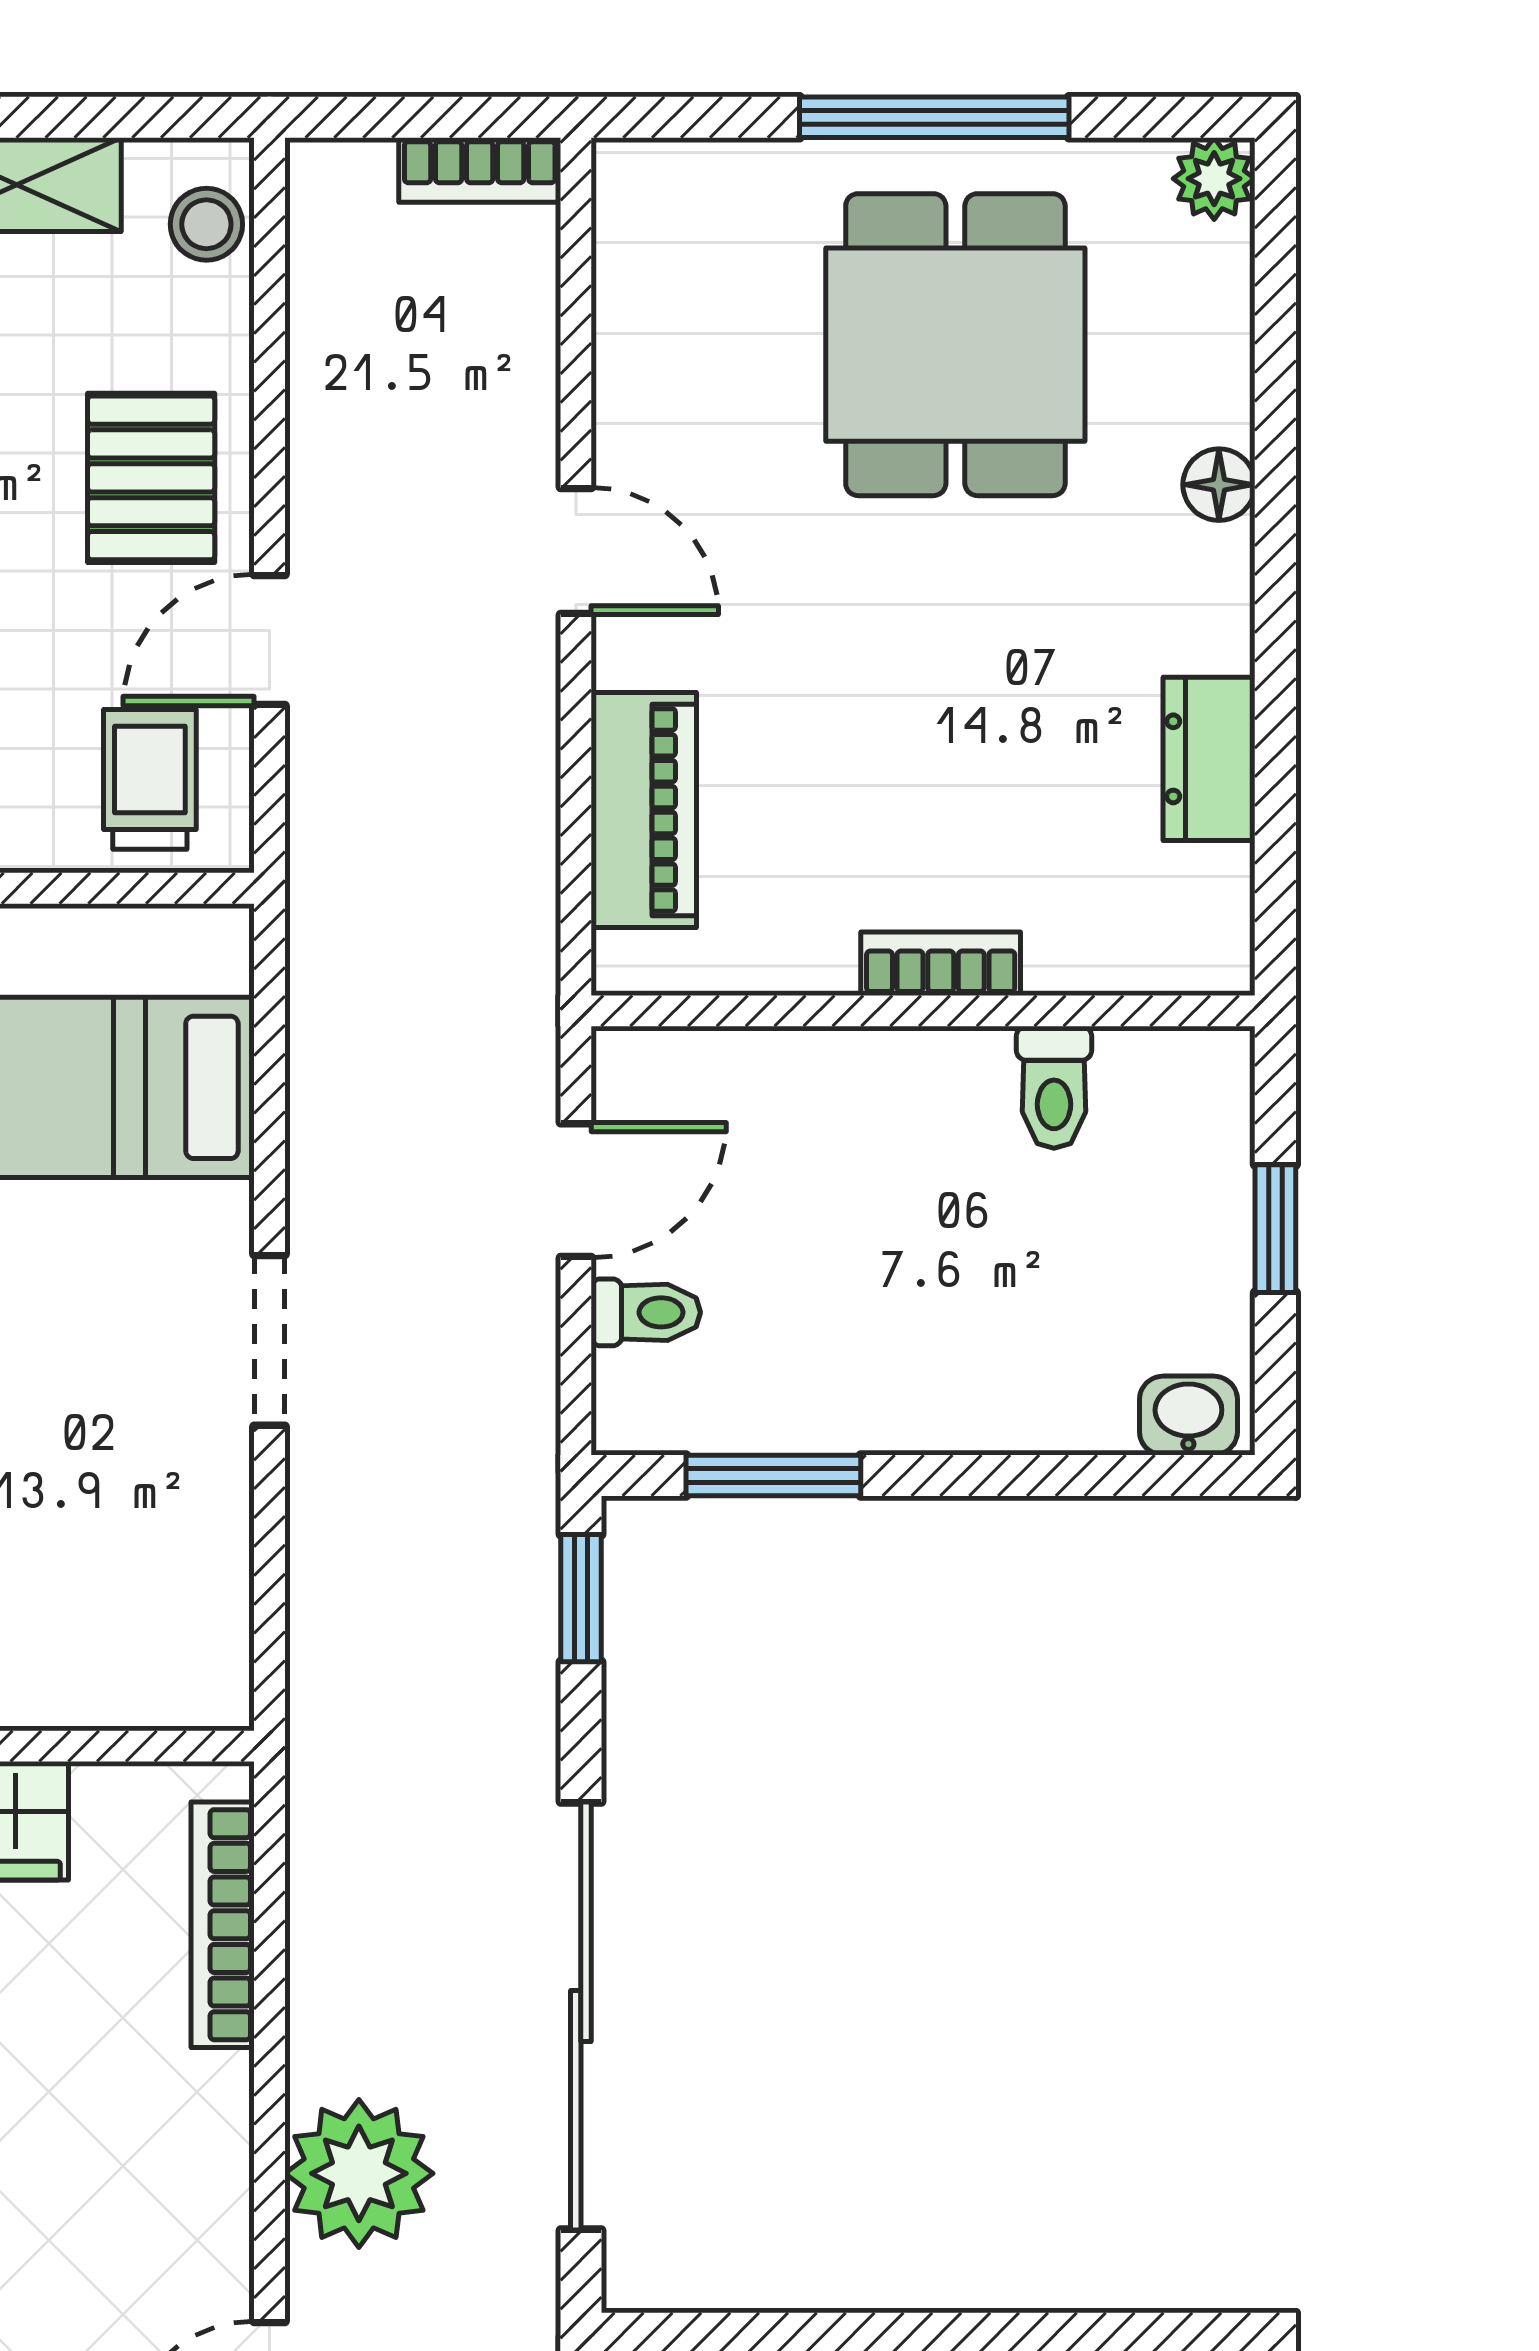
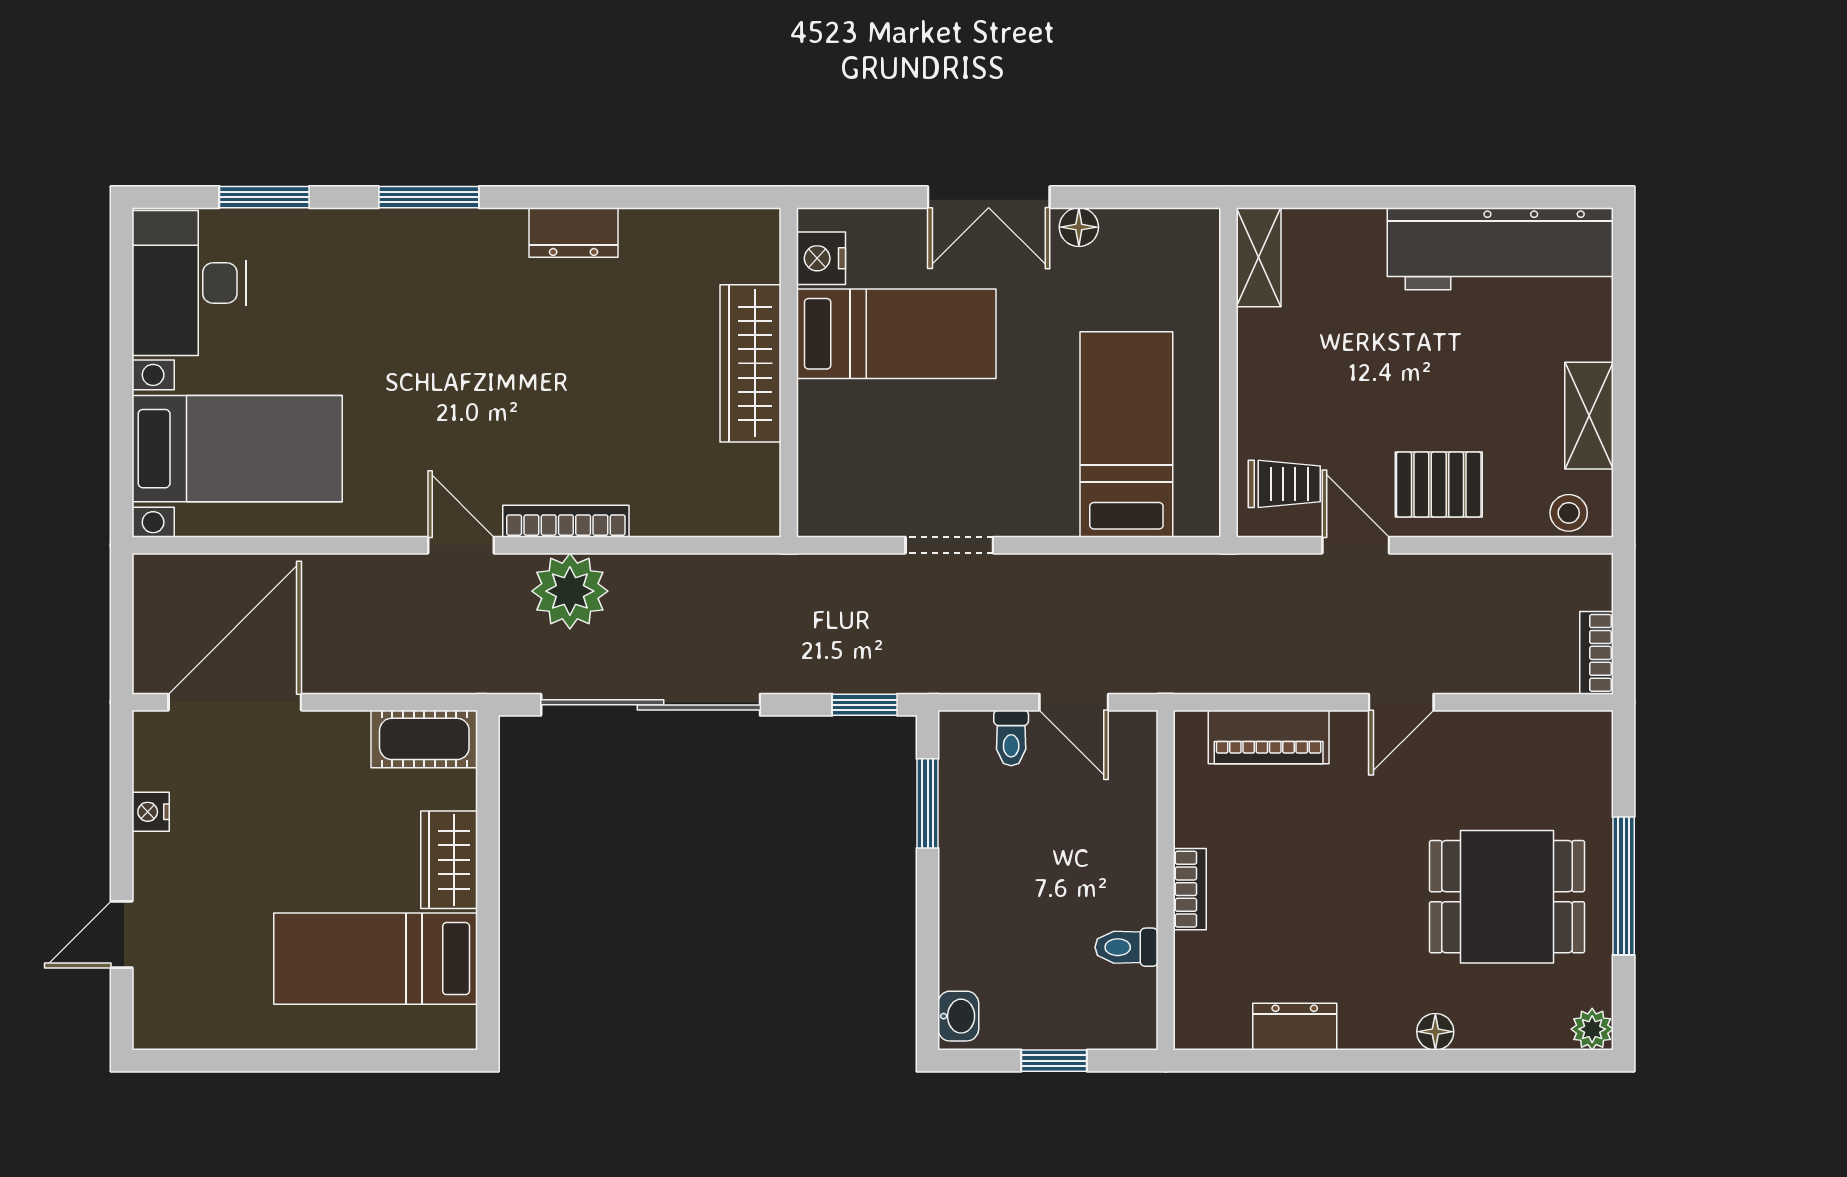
doorway: (269, 1340) -> (949, 545), moved
bookcase: (223, 1925) -> (566, 521), moved

